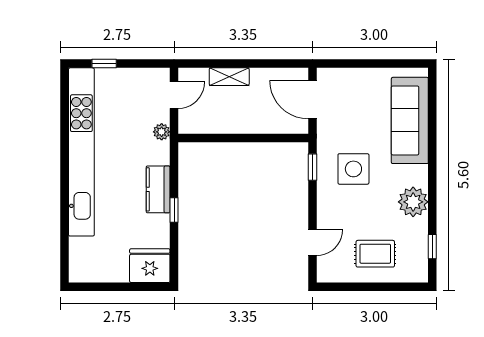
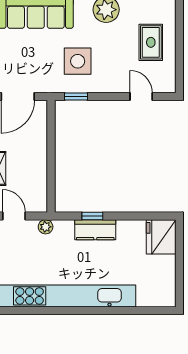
window: (174, 210) -> (92, 216), moved

